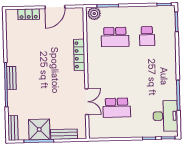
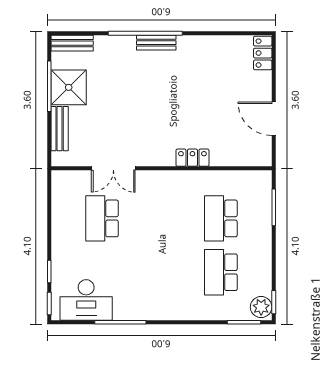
locker: (29, 14) -> (263, 53), moved
plant: (94, 14) -> (261, 307), moved
school desk: (147, 36) -> (221, 272), width x1.85
locker: (79, 55) -> (192, 158), width x0.66

